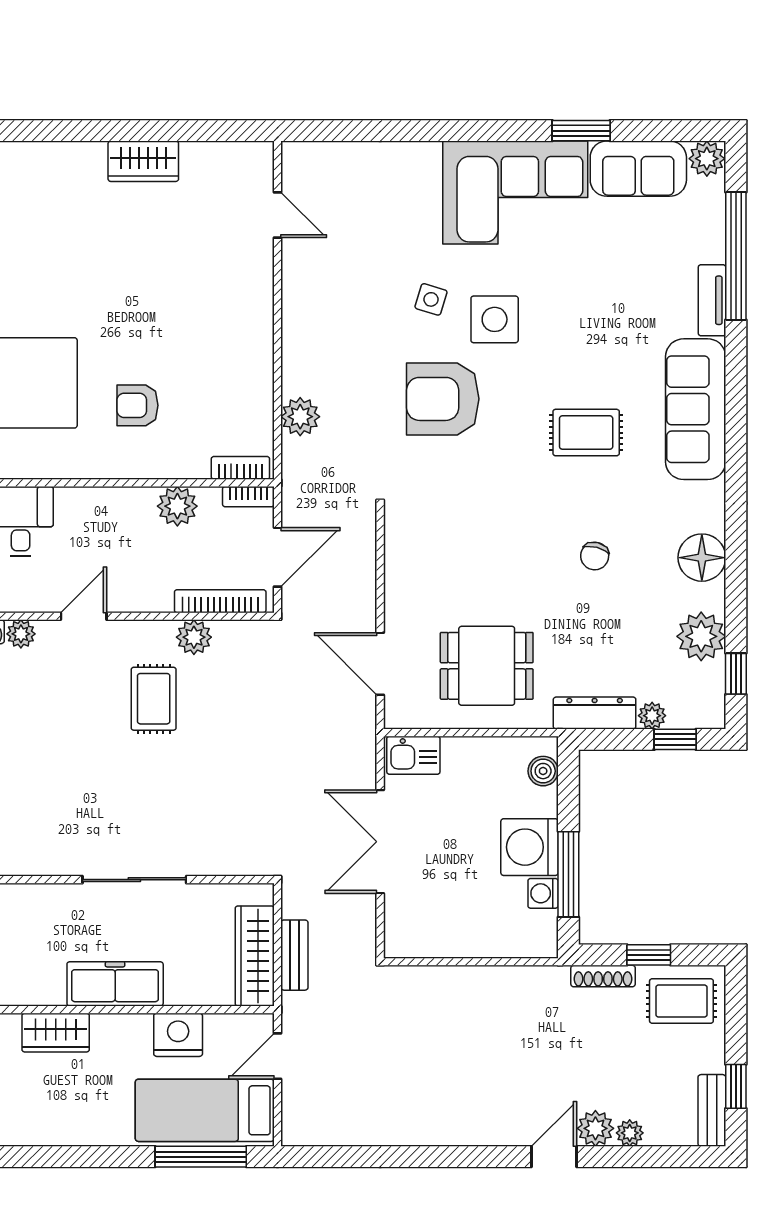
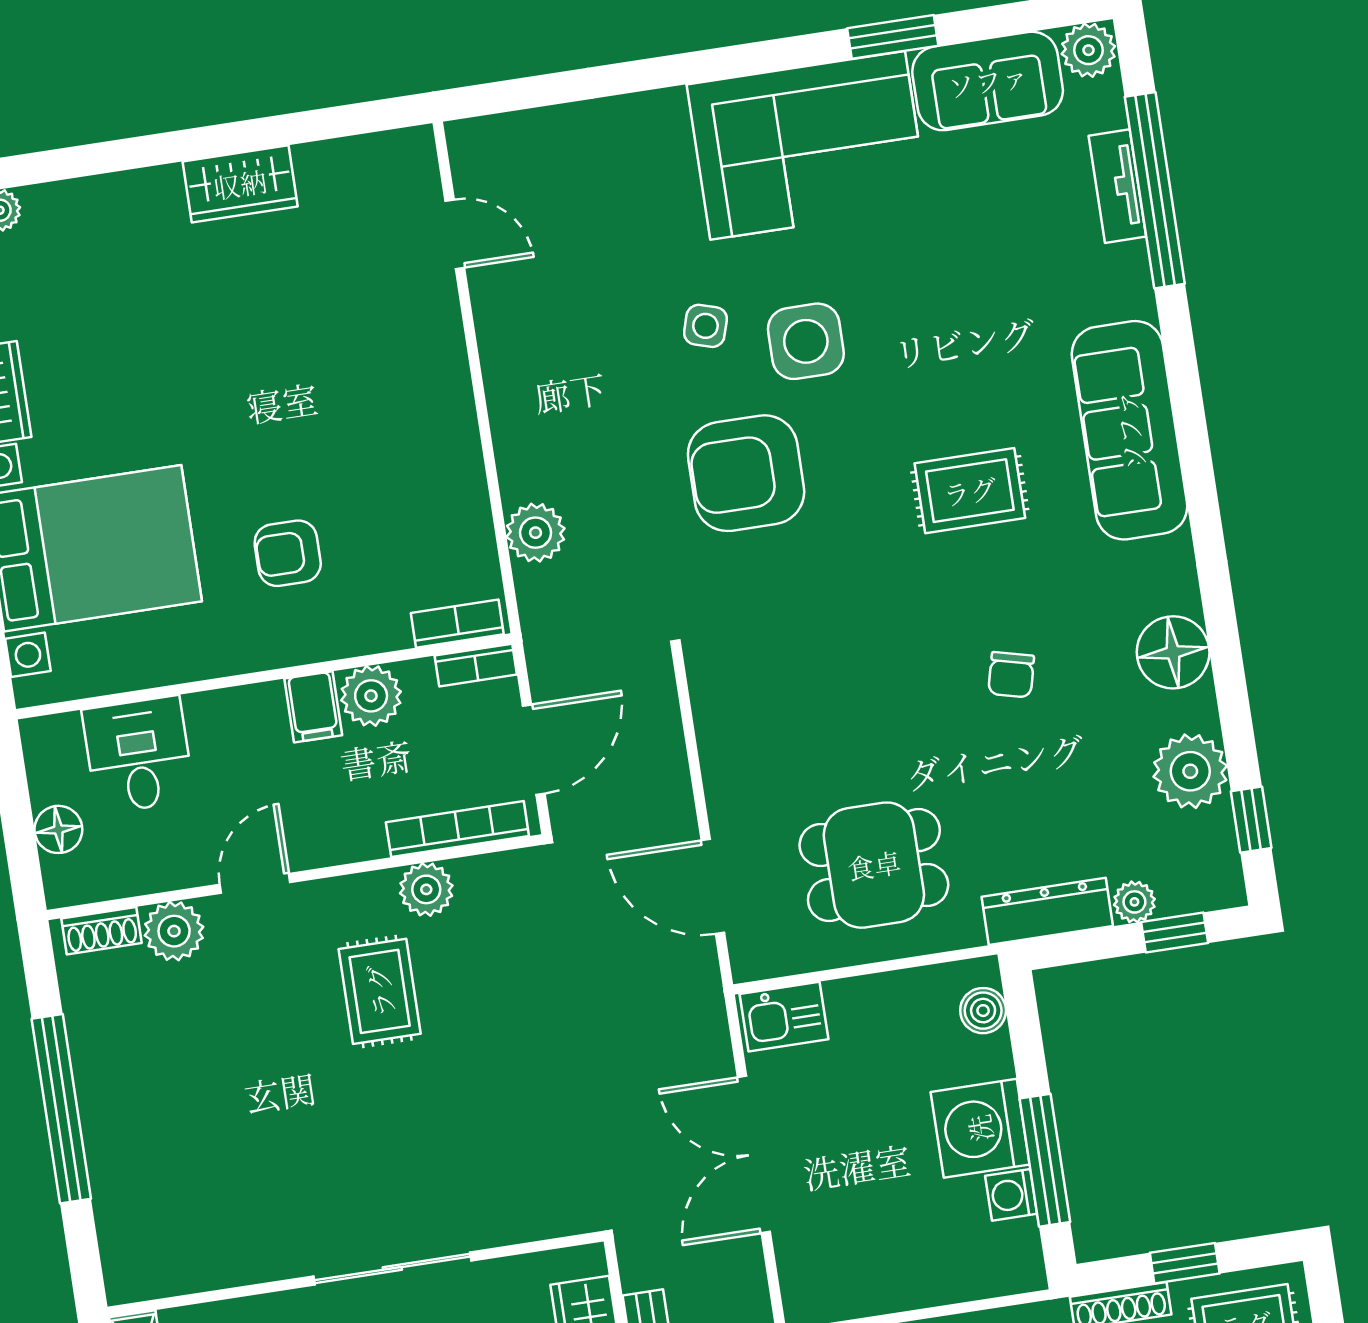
tv unit: (712, 300) -> (1117, 186), moved
filing cabinet: (139, 508) -> (313, 707), added
plant: (21, 634) -> (174, 931), width x1.38, depth x1.38

